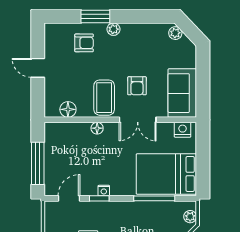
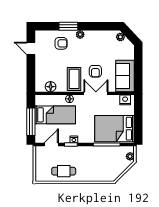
door: (38, 68) -> (31, 48), moved
double door: (138, 120) -> (96, 93), swing flipped
bed: (75, 153) -> (55, 115), added

